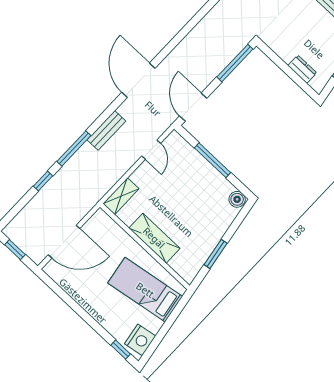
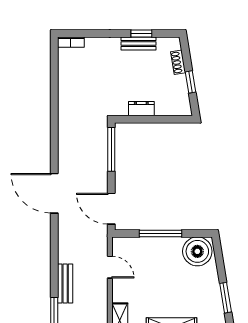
dresser: (302, 69) -> (141, 109), moved
door: (138, 80) -> (54, 193), moved
boiler: (237, 199) -> (197, 251), width x1.86, depth x1.86

